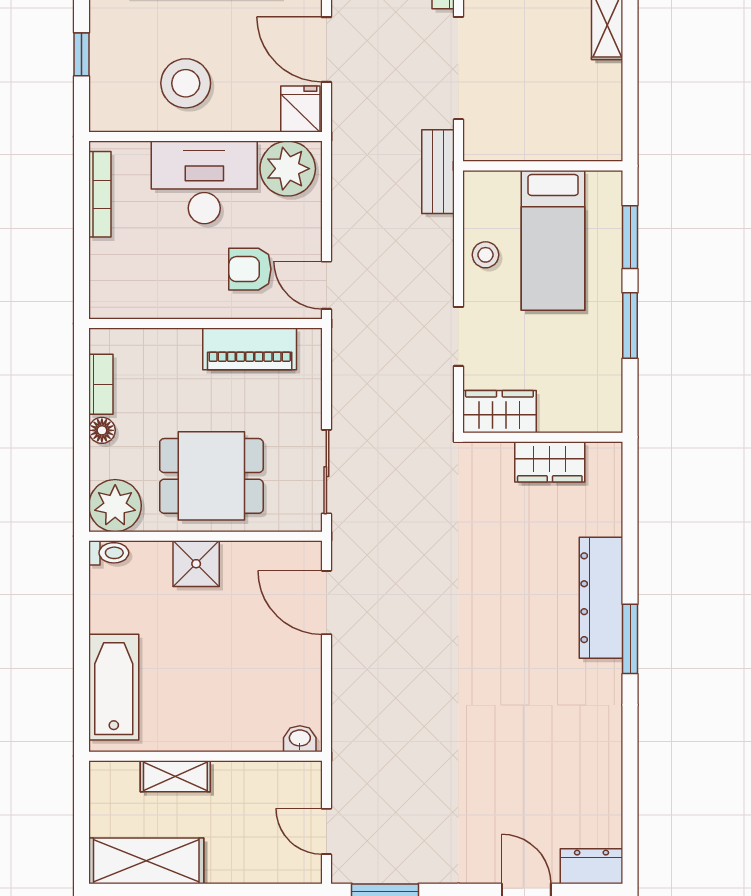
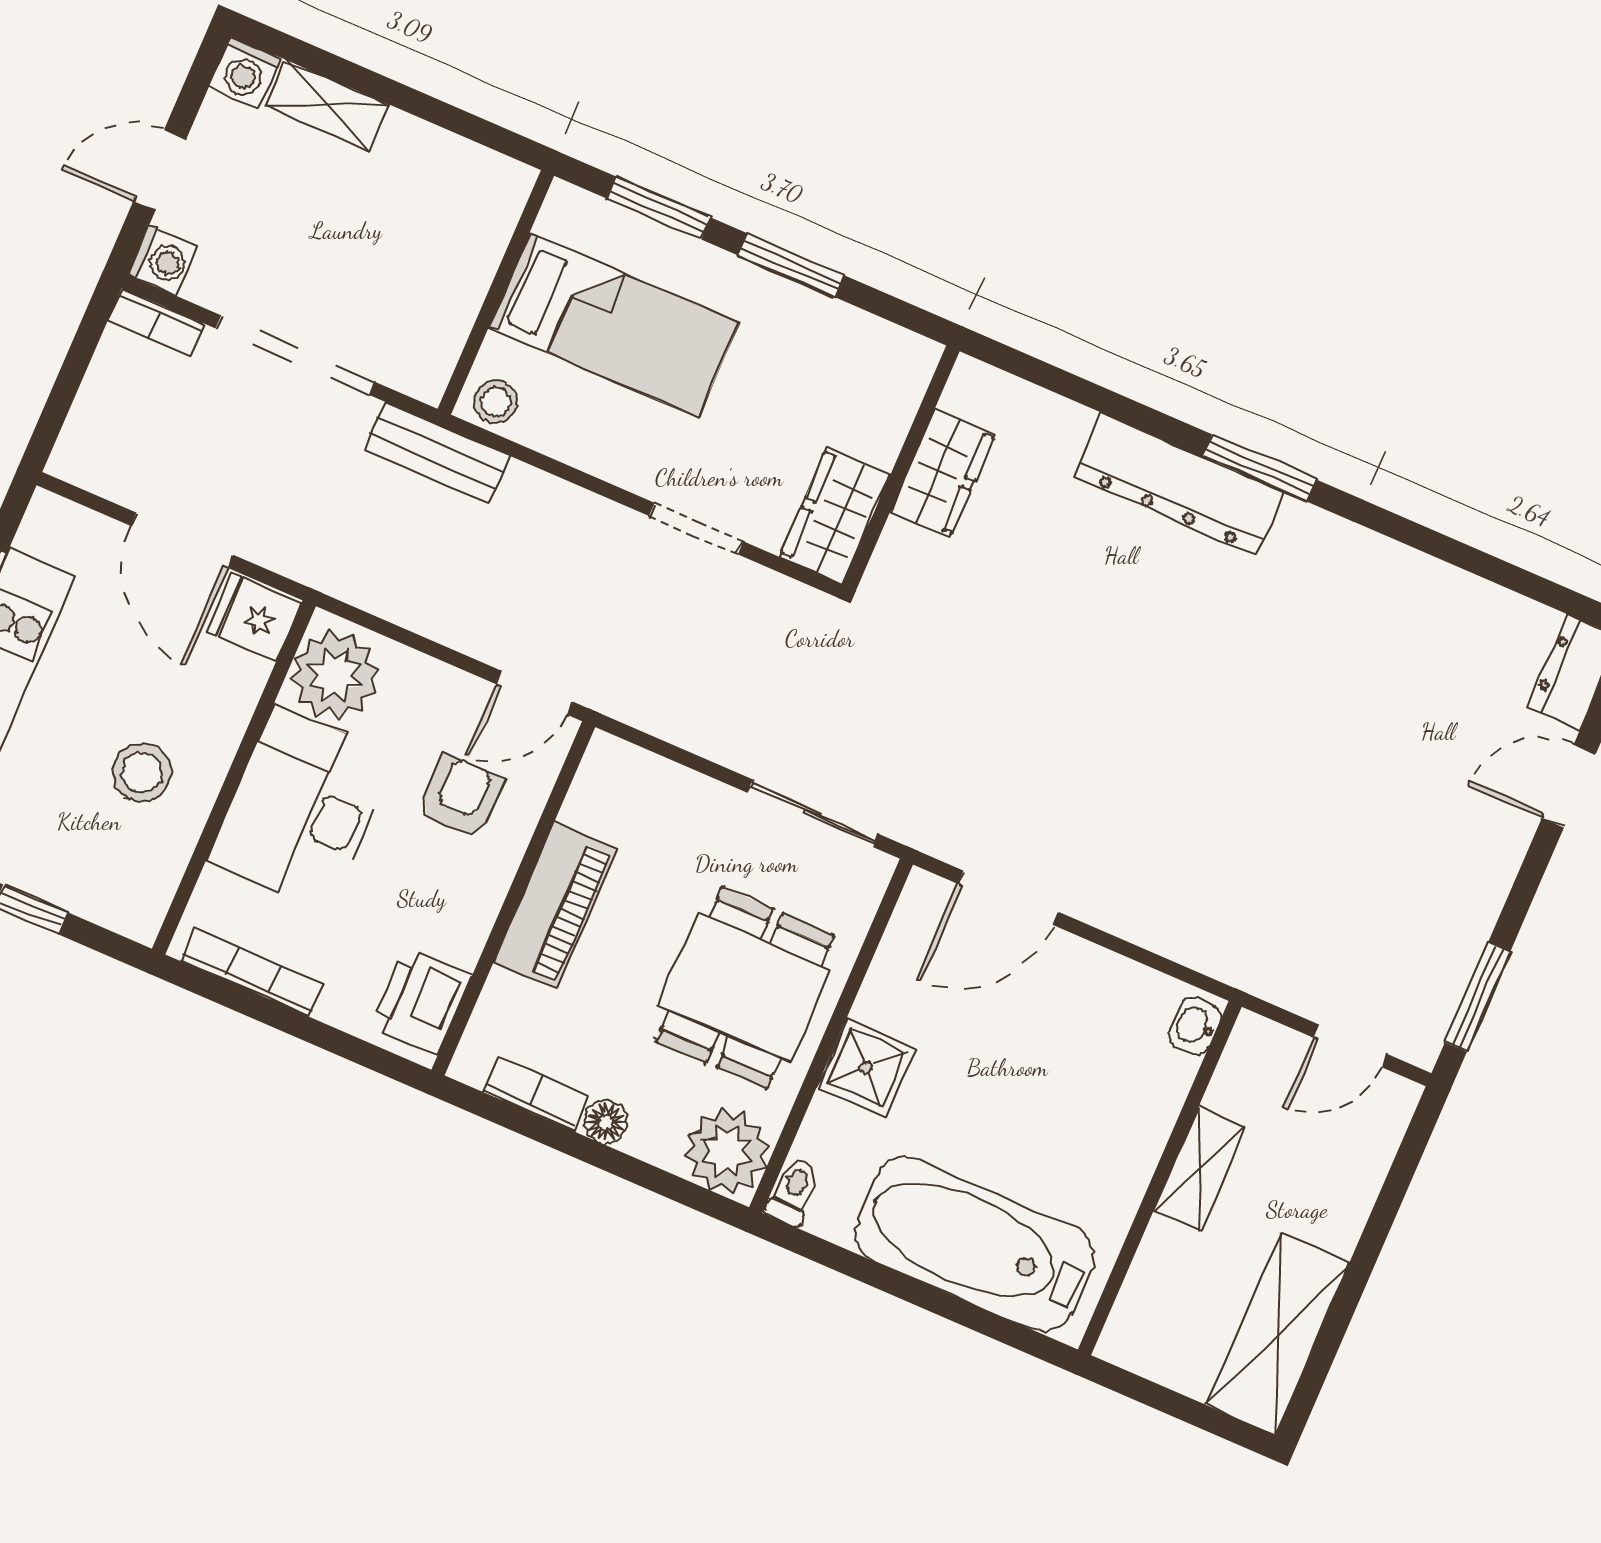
door: (326, 49) -> (182, 540), hinge flipped
stool: (186, 83) -> (142, 772), width x0.73, depth x0.73
stool: (486, 255) -> (496, 402), moved
armchair: (250, 269) -> (461, 797), turned 180
printer: (125, 297) -> (421, 1002), added
piano: (250, 349) -> (555, 906), moved
bathtub: (114, 687) -> (974, 1244), width x1.36, depth x1.36
shelving: (175, 776) -> (1199, 1169), moved

